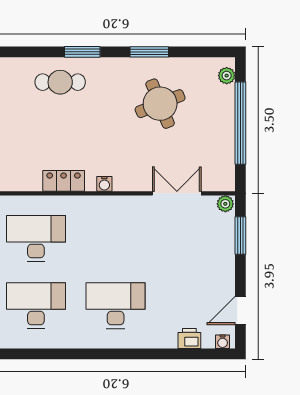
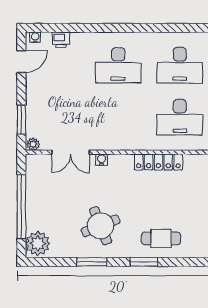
plant: (227, 76) -> (38, 243), width x1.87, depth x1.87
round table: (160, 104) -> (101, 226), moved
locker: (64, 181) -> (158, 162), width x1.53
water cooler: (104, 184) -> (102, 160), moved

